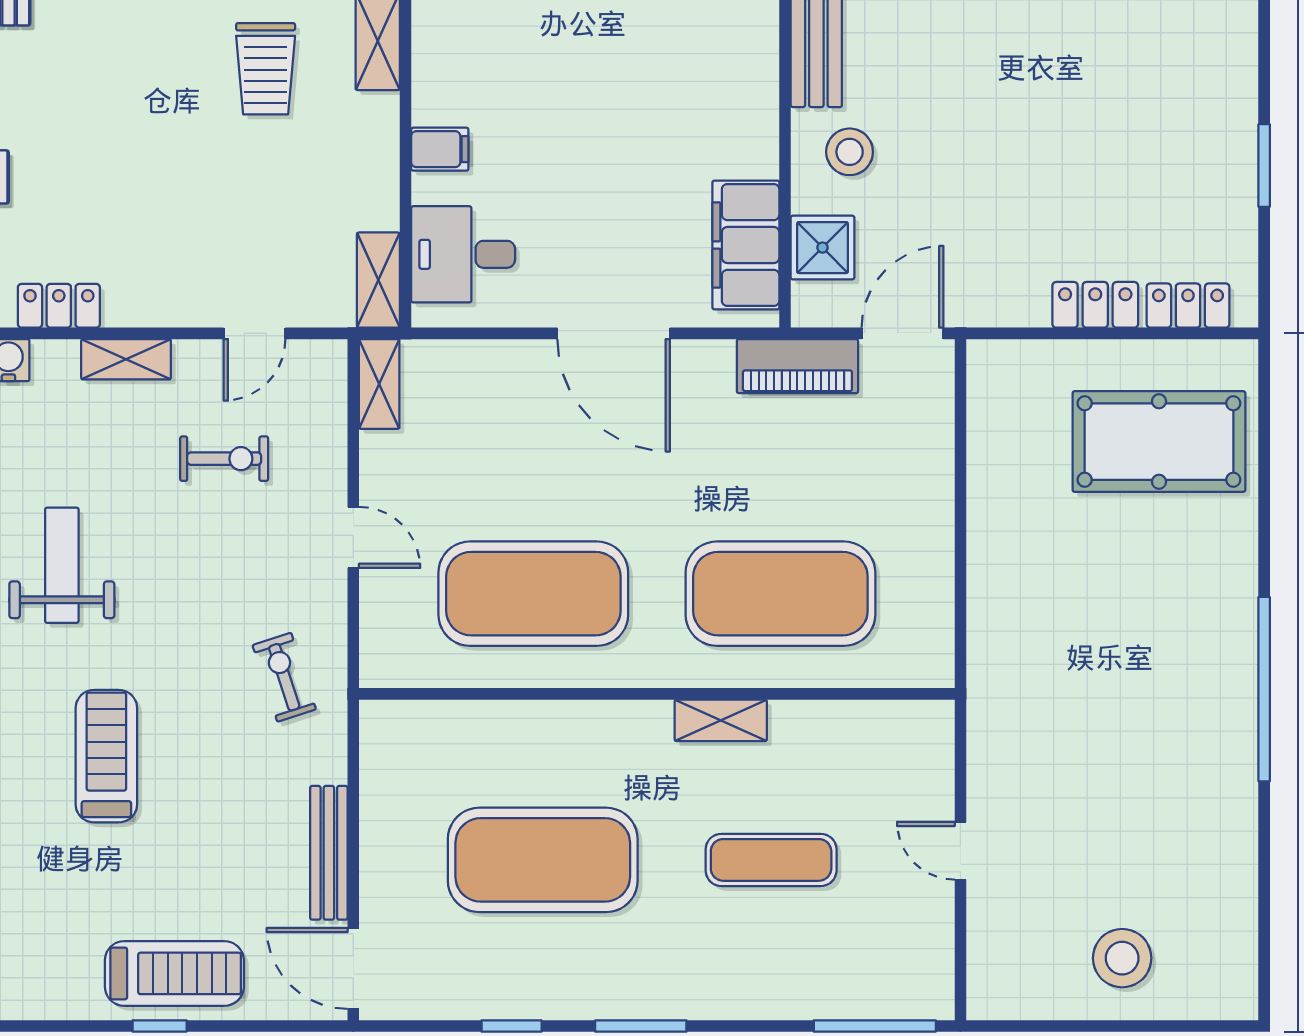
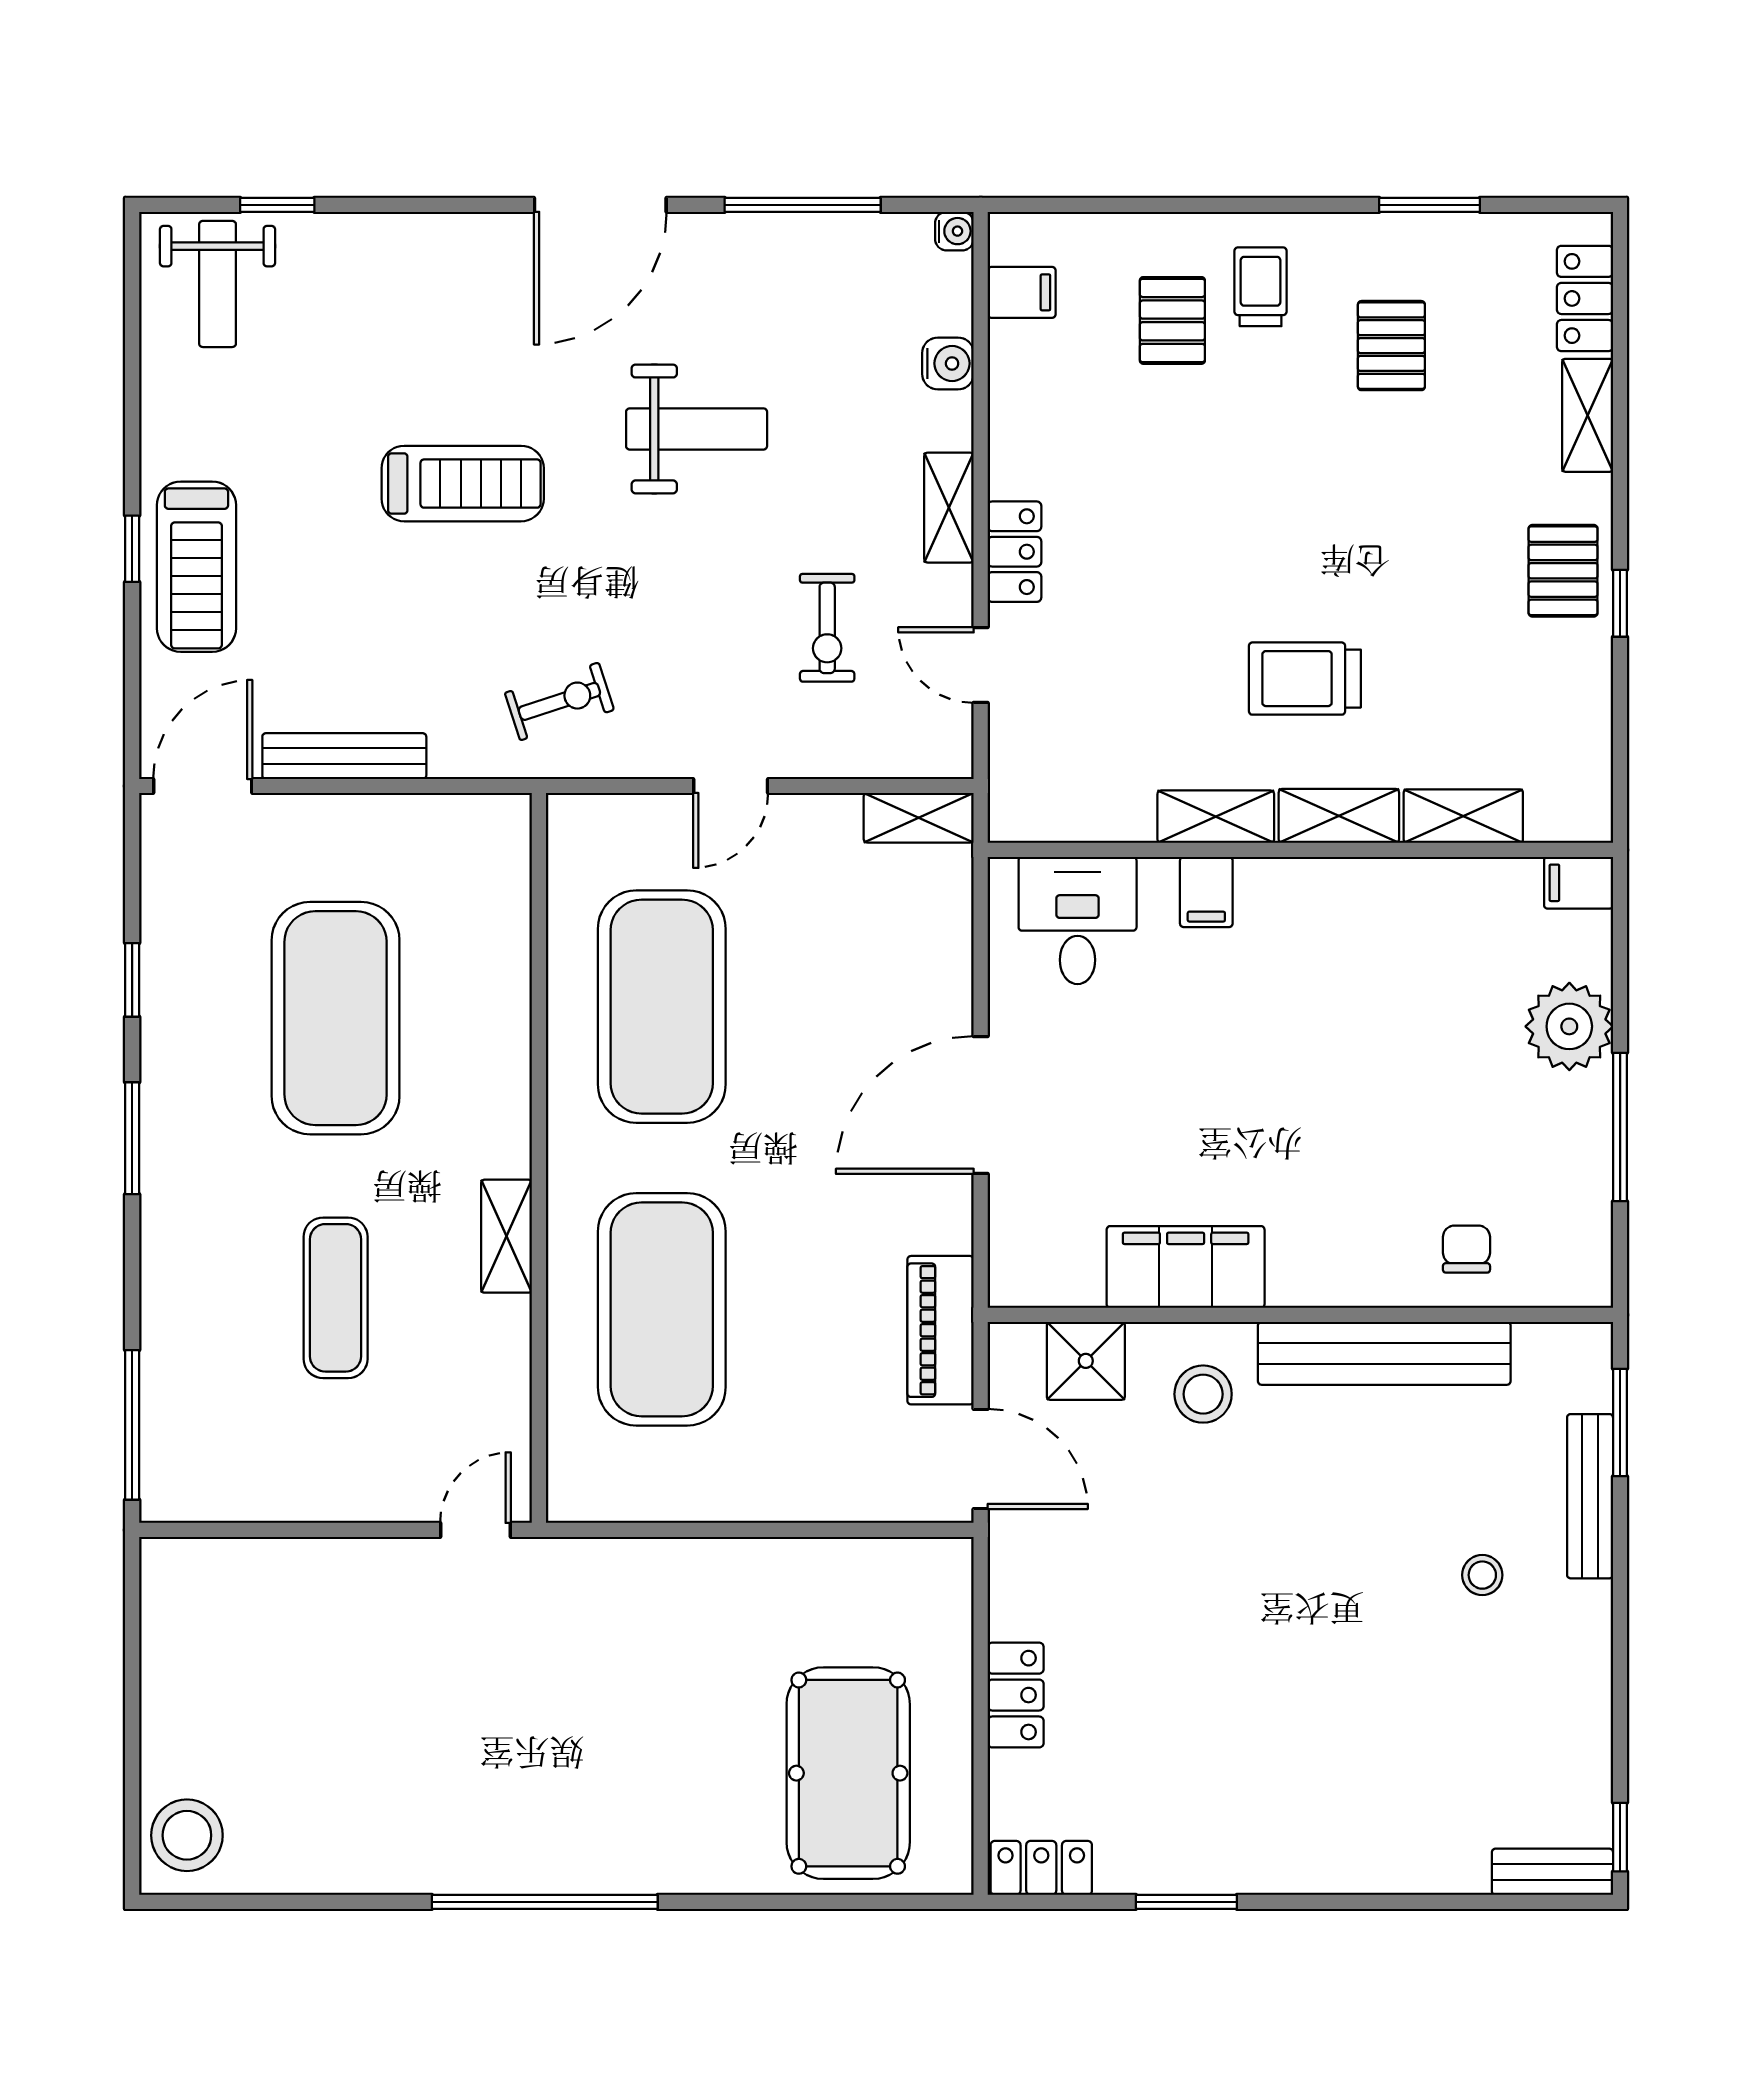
filing cabinet: (746, 245) -> (1186, 1267), moved
shelving: (378, 280) -> (1216, 817), moved
locker: (59, 306) -> (1014, 552), moved
locker: (1188, 306) -> (1041, 1868), moved, turned -90
door: (960, 851) -> (475, 1530), moved
stool: (1122, 958) -> (187, 1835), moved

